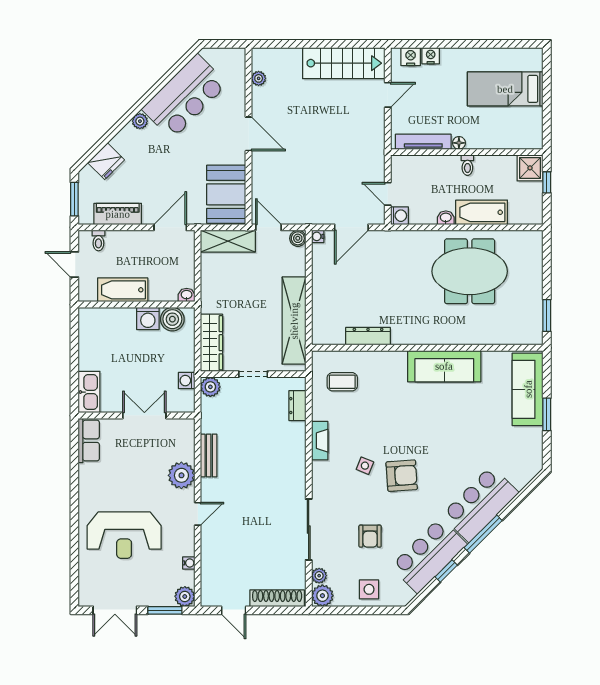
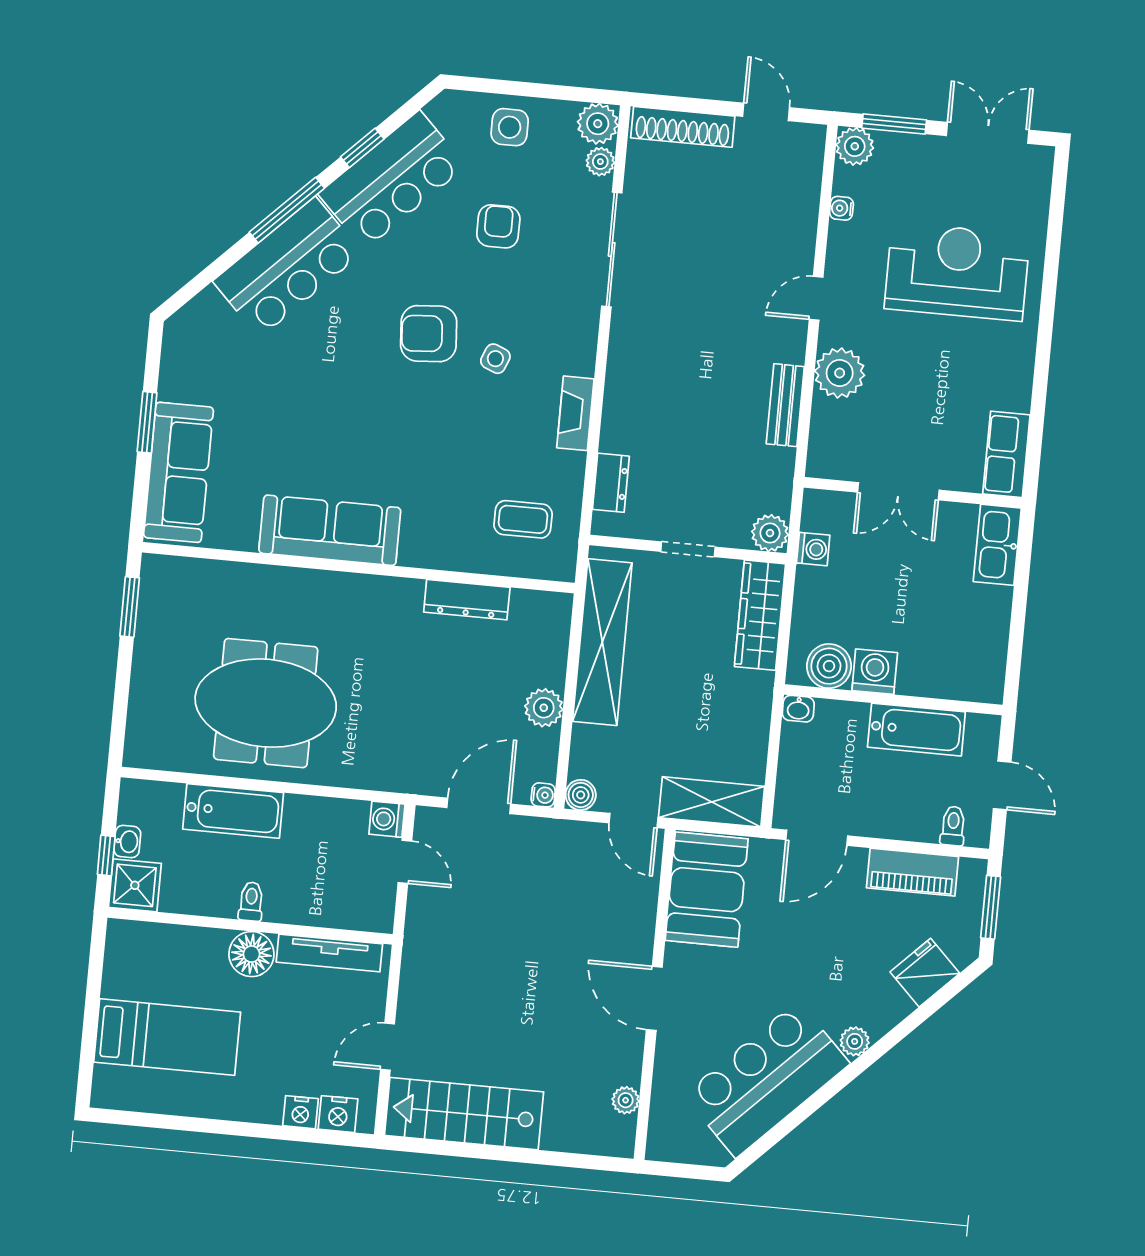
floor lamp: (459, 143) -> (251, 954), width x1.89, depth x1.89
washbasin: (446, 218) -> (127, 842), moved, turned -90
plant: (322, 283) -> (544, 708), added

